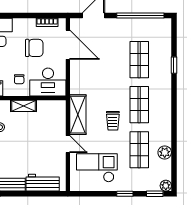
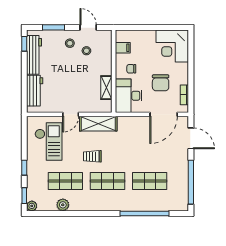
window: (174, 65) -> (145, 214), width x3.17
shelving: (23, 106) -> (106, 88), moved

